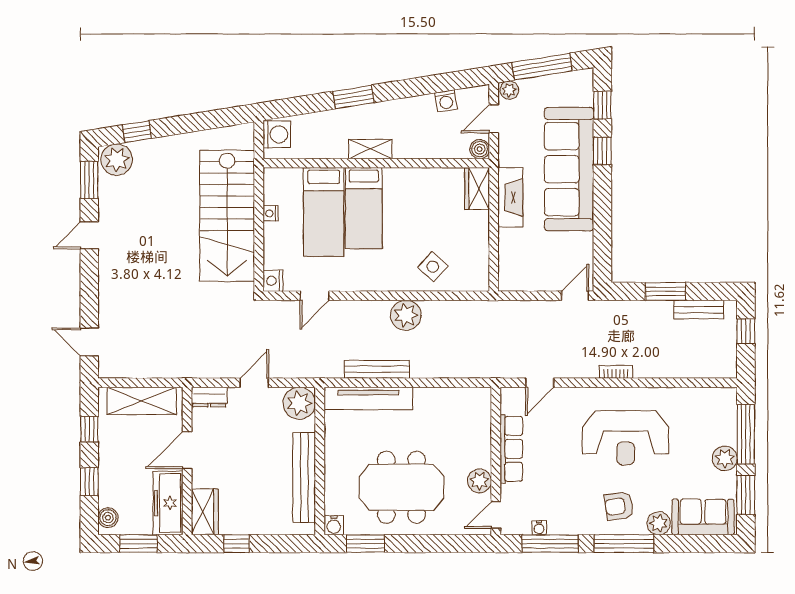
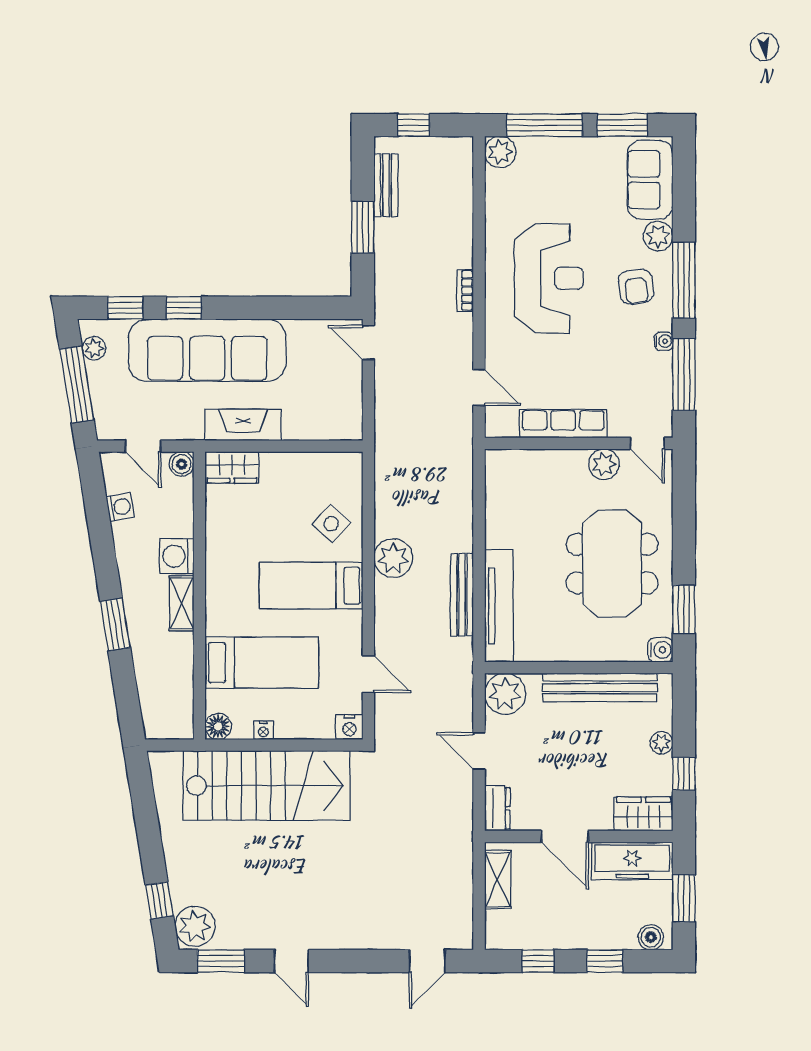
plant: (509, 90) -> (94, 348), moved
washing machine: (277, 134) -> (177, 556), moved, turned -90
floor lamp: (274, 178) -> (218, 726), added
bed: (364, 208) -> (311, 586), moved, turned 180
shelving: (142, 401) -> (498, 880), width x0.67, depth x0.75
plant: (725, 458) -> (500, 152), moved
plant: (261, 526) -> (662, 743), added
water cooler: (539, 528) -> (664, 341), moved

